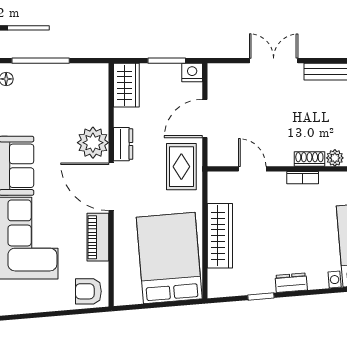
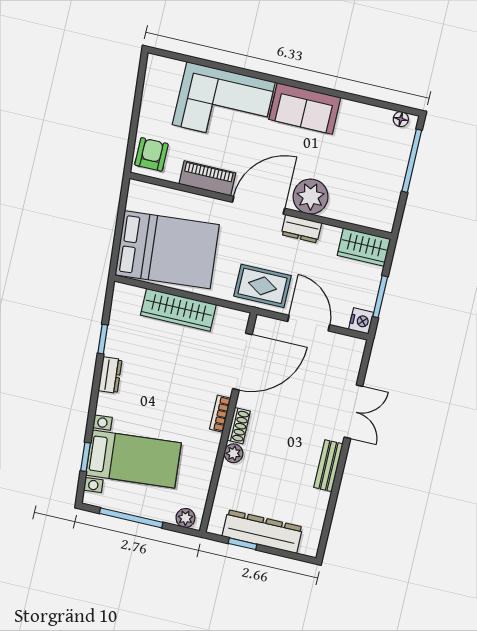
door: (252, 169) -> (242, 362), width x1.87

